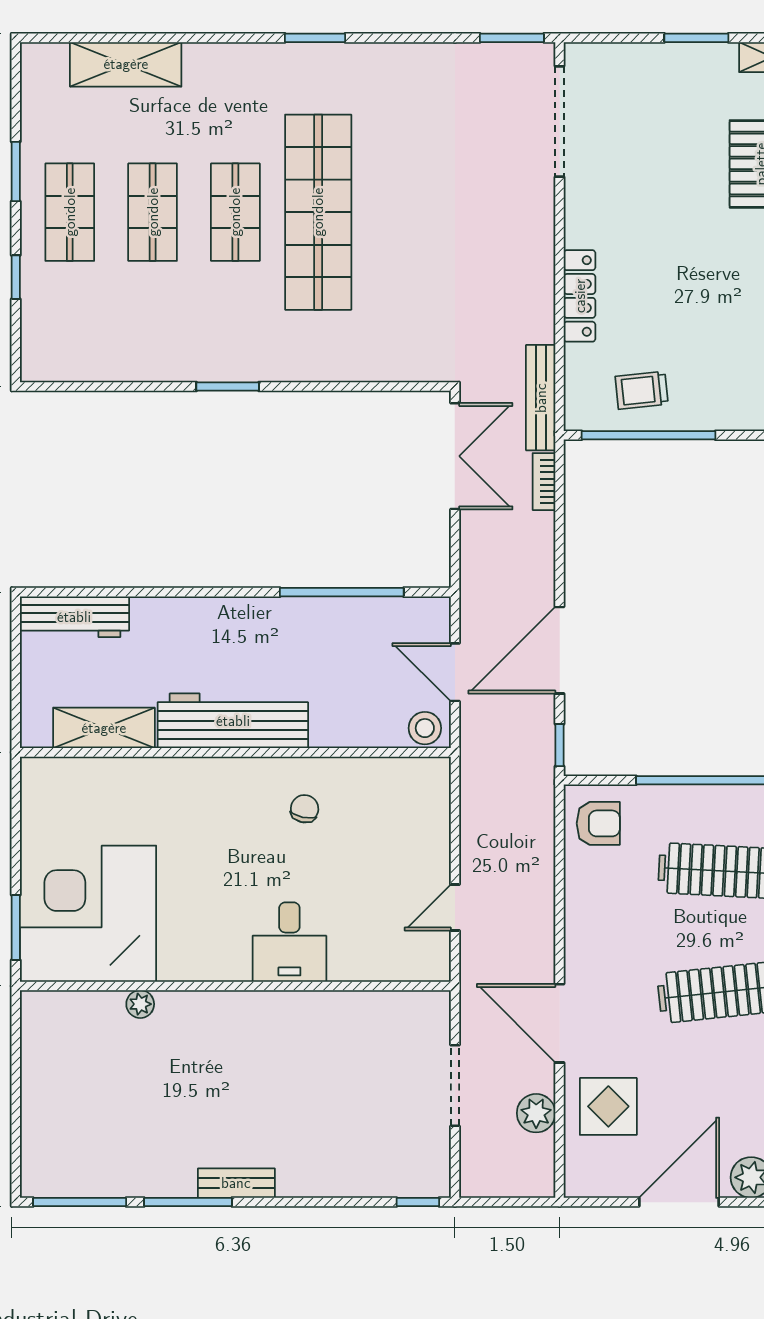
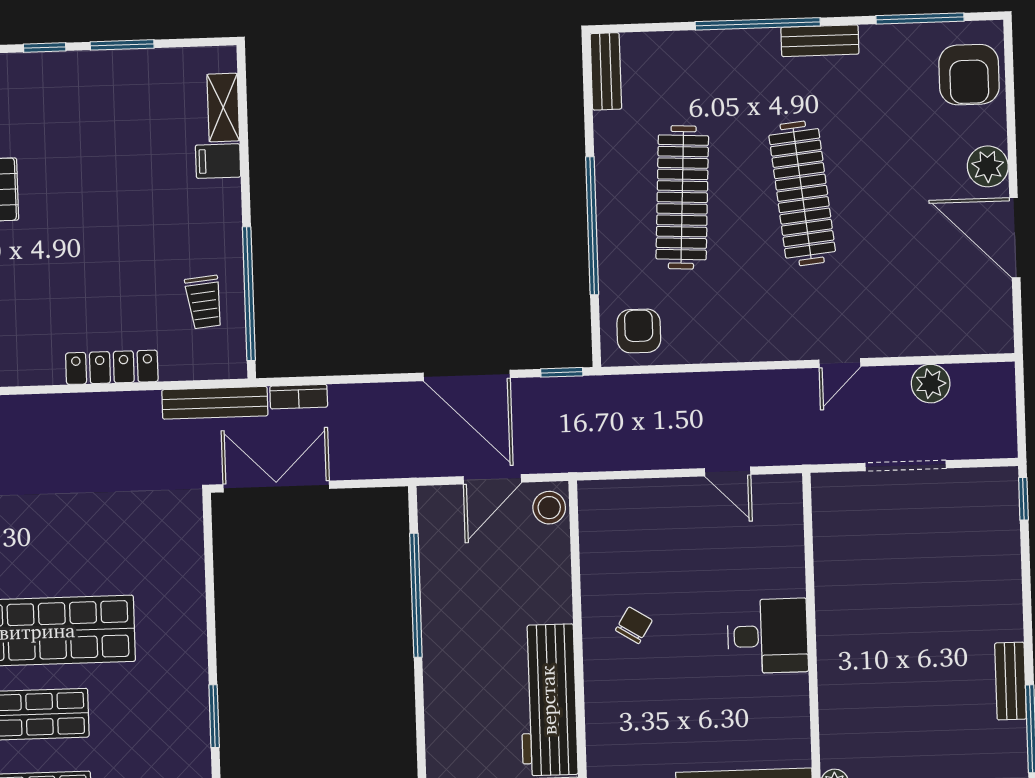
chair: (305, 809) -> (634, 625), turned 110
door: (560, 1023) -> (840, 363), width x0.53
display table: (608, 1106) -> (921, 312), removed

